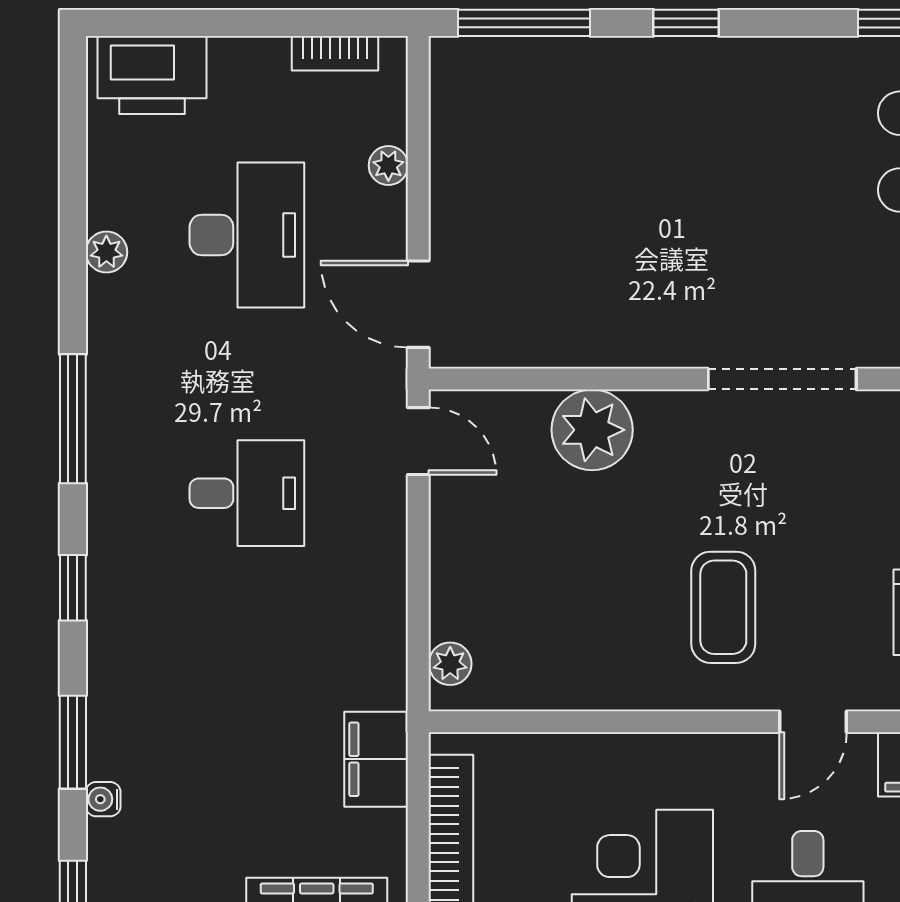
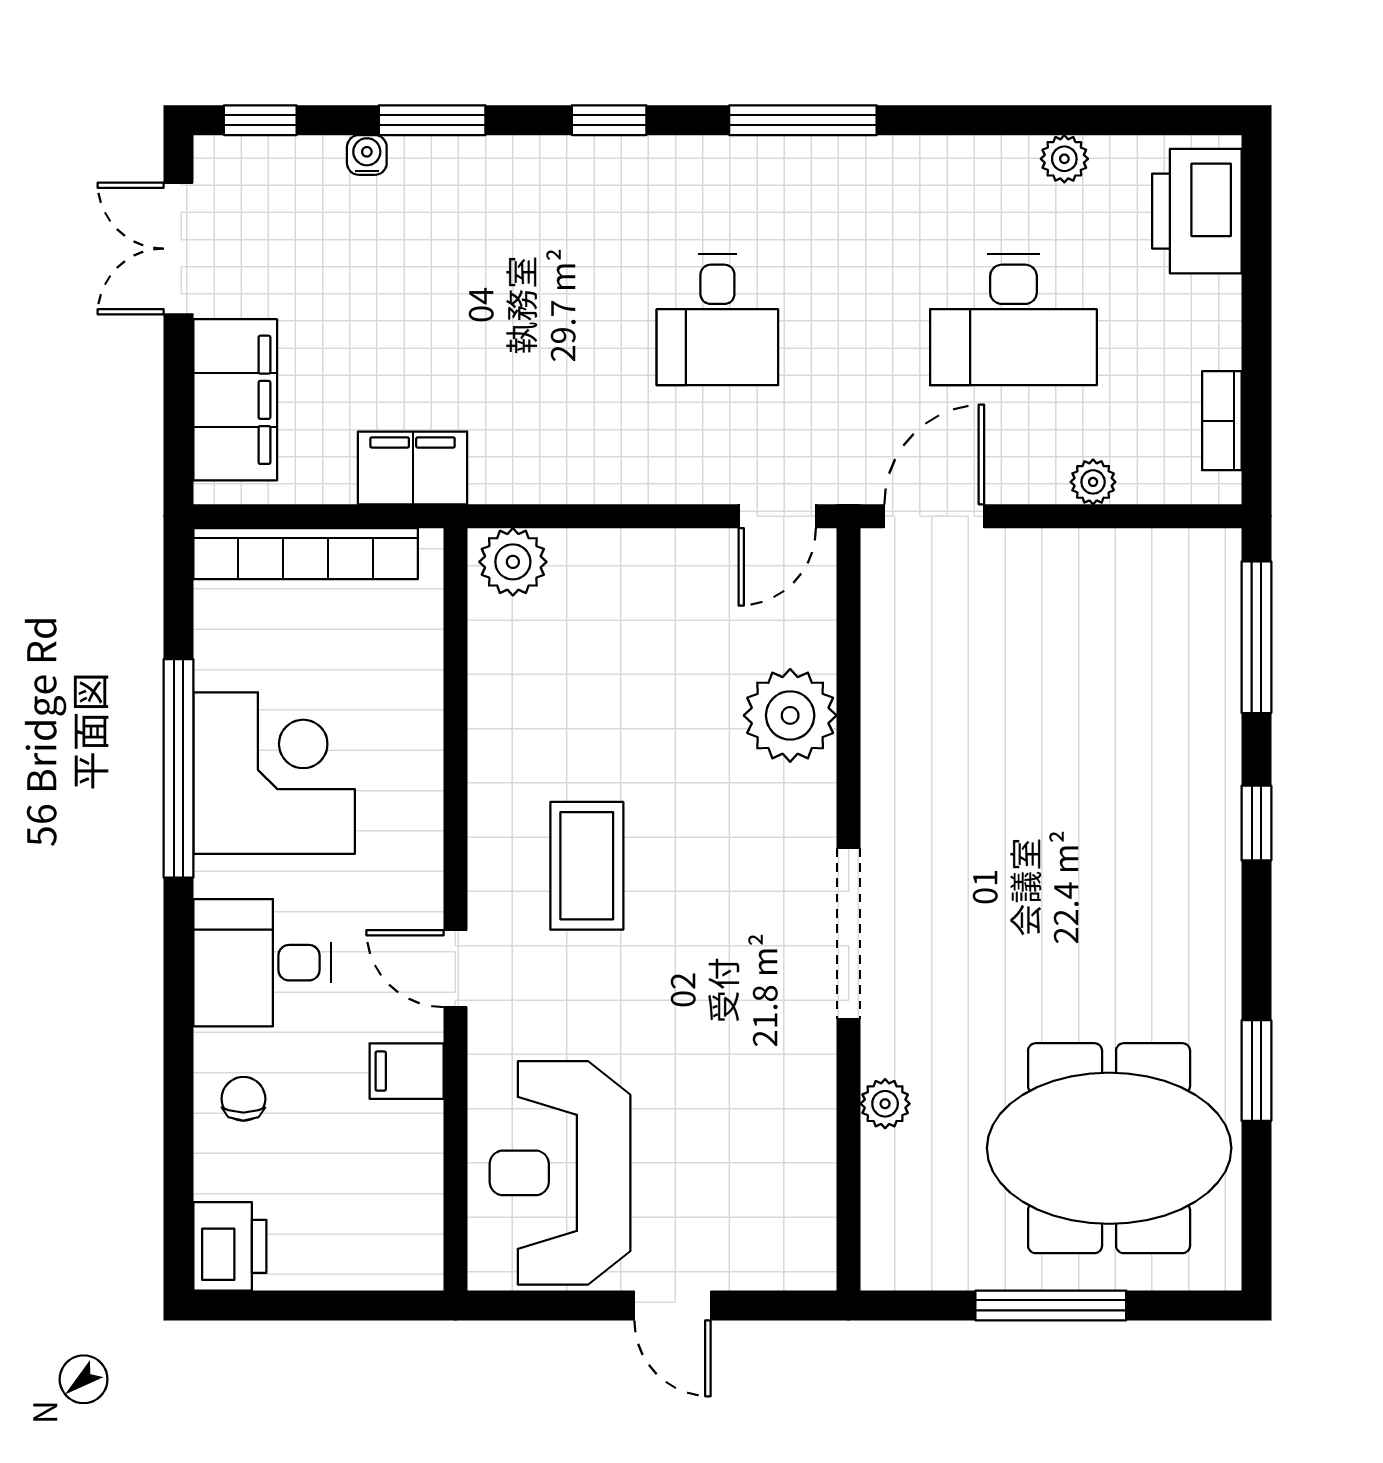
plant: (106, 252) -> (1064, 159), moved
coffee table: (723, 607) -> (587, 866), turned 90
plant: (450, 664) -> (513, 562), width x1.38, depth x1.38

